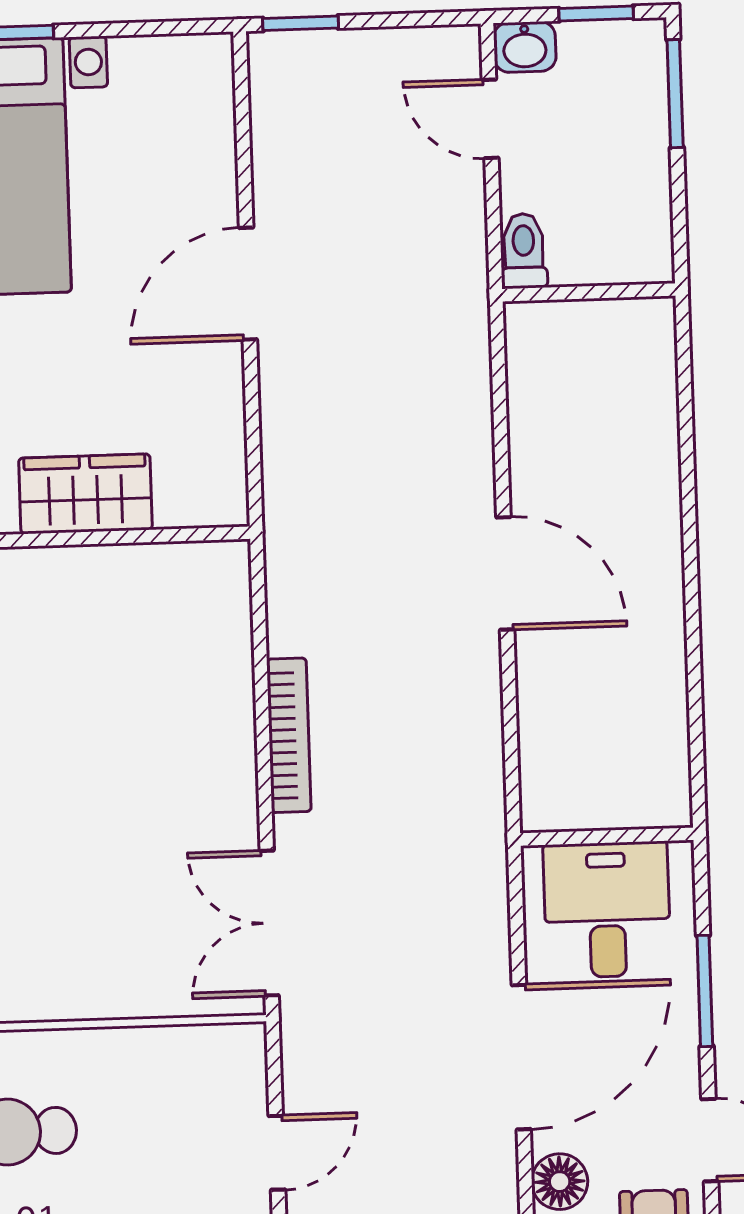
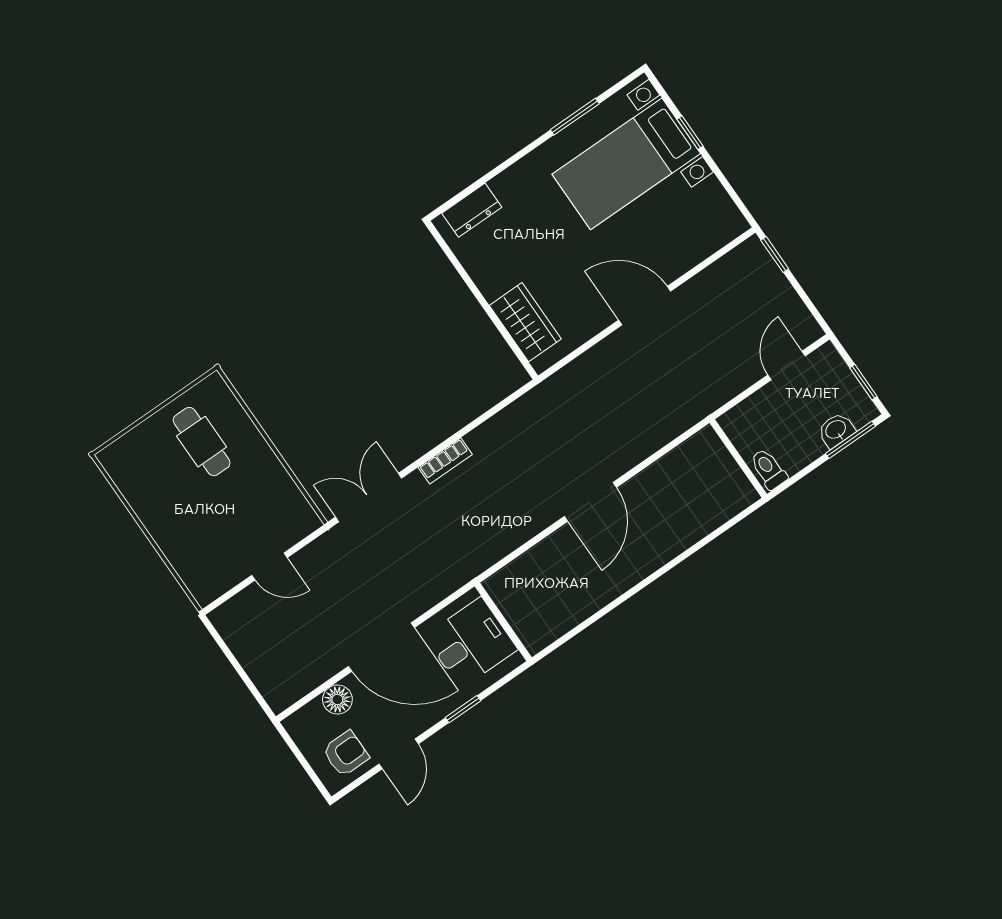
washbasin: (525, 47) -> (836, 430), moved, turned 90
toilet: (524, 251) -> (769, 469), moved, turned -90
wardrobe: (85, 494) -> (525, 322), moved
bookcase: (289, 735) -> (445, 461), width x0.64
window: (705, 991) -> (463, 709), width x0.67

